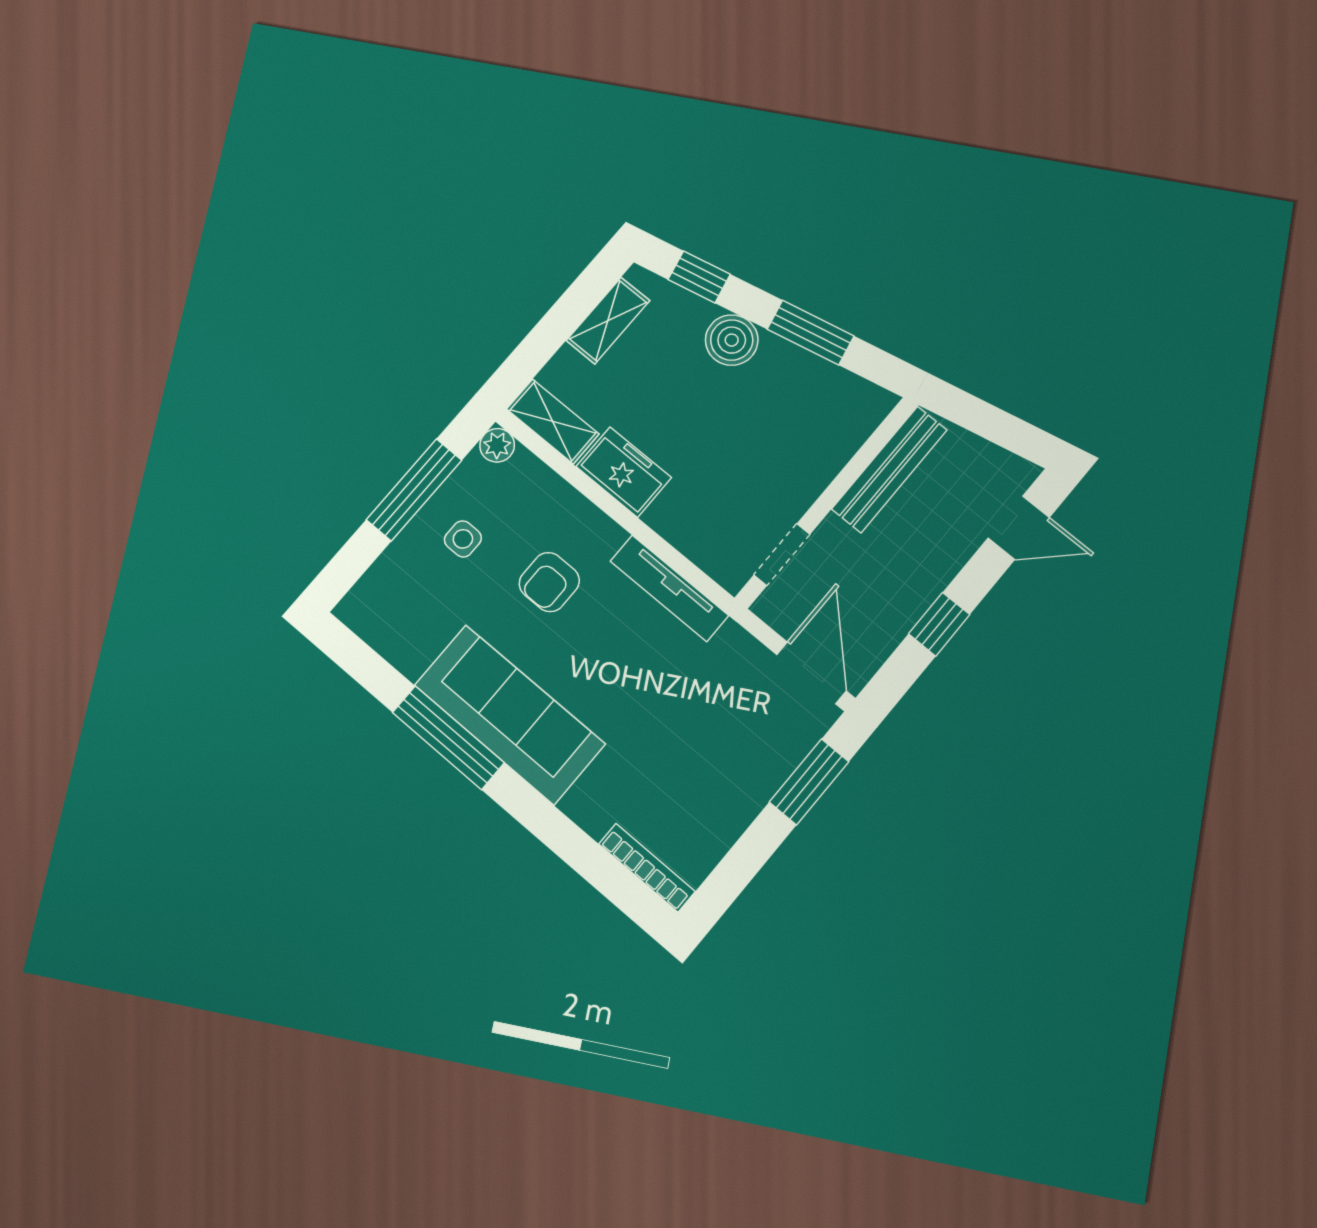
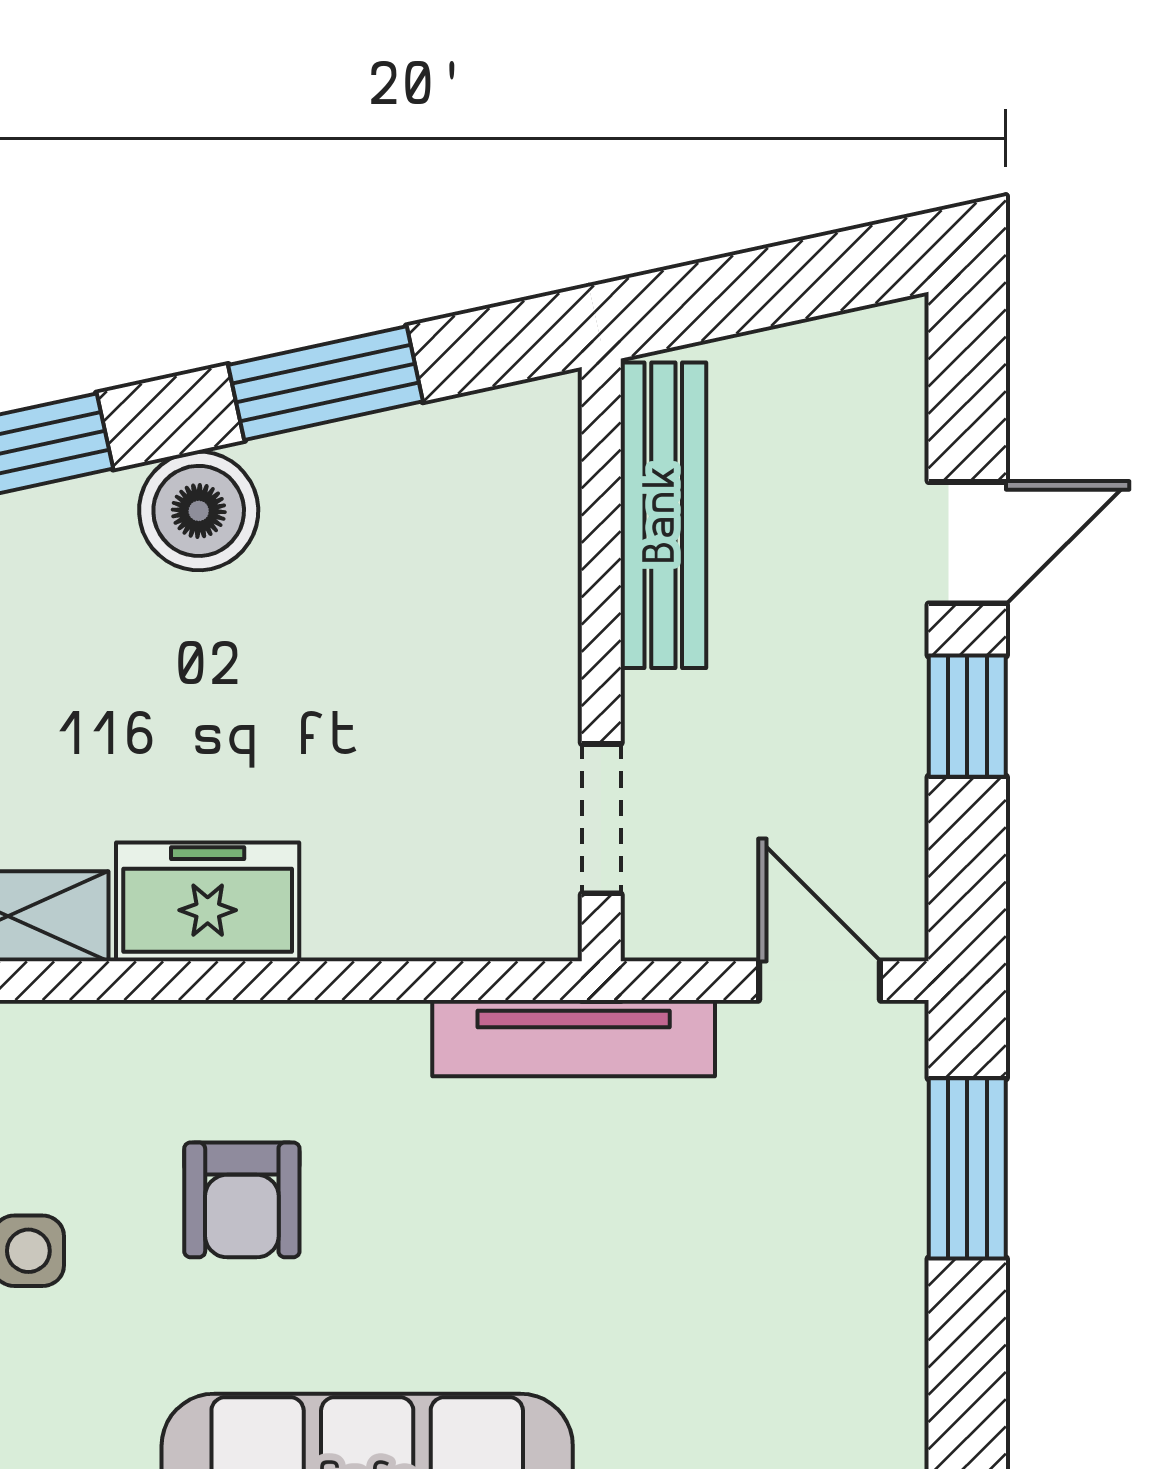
door: (1019, 528) -> (967, 543), moved
tv unit: (669, 588) -> (574, 1038), moved
door: (811, 673) -> (819, 981), width x0.73

